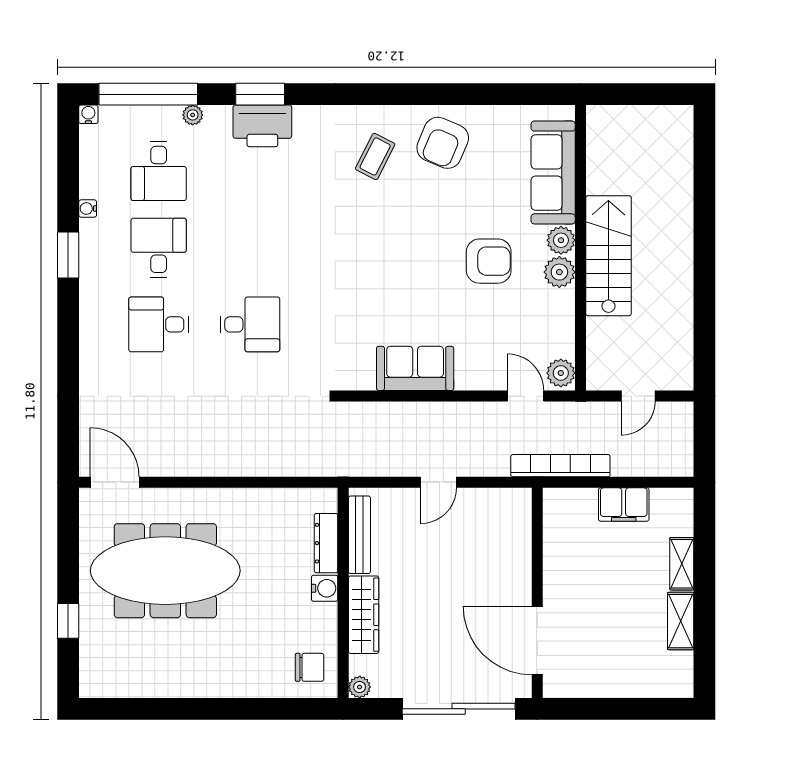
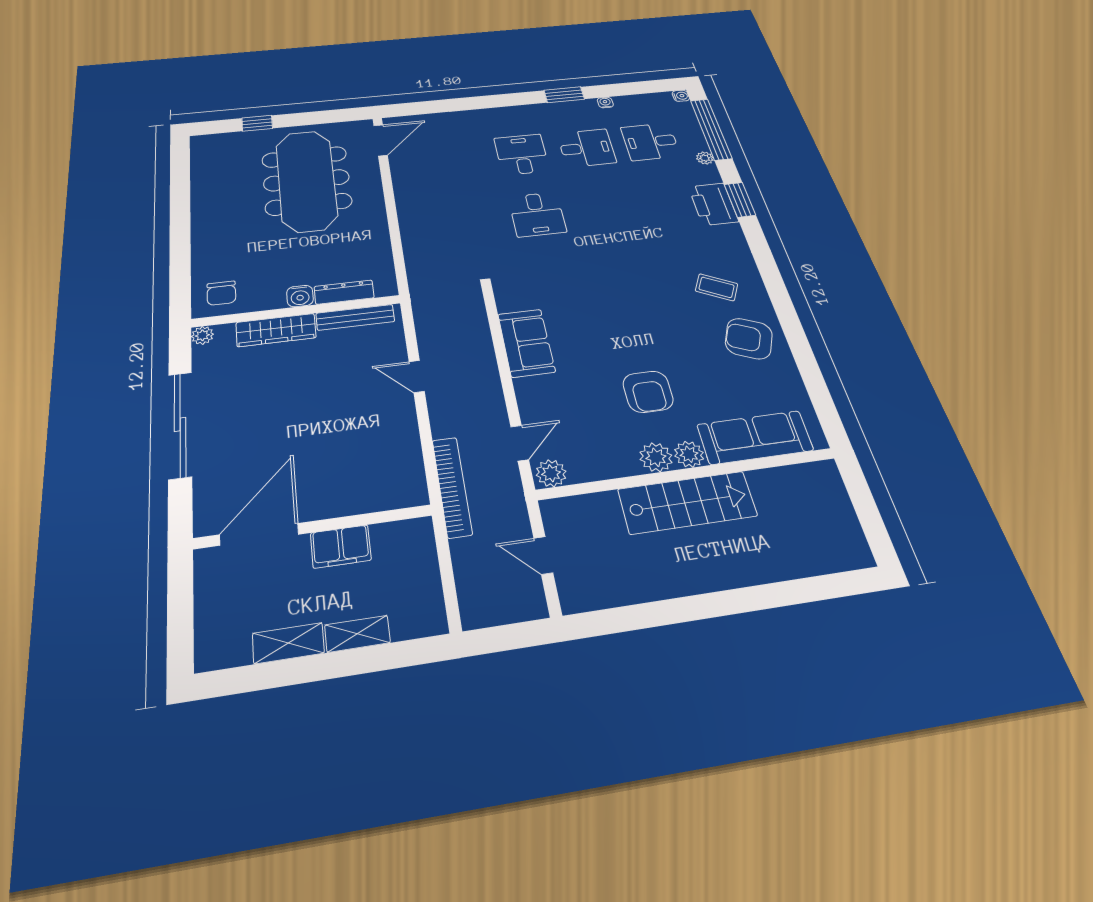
filing cabinet: (624, 505) -> (341, 546), moved, turned -90
wall: (537, 593) -> (314, 527), moved
door: (537, 641) -> (259, 534), moved

